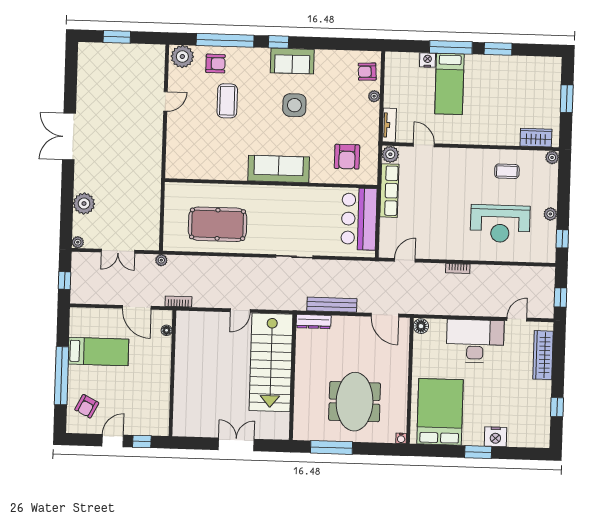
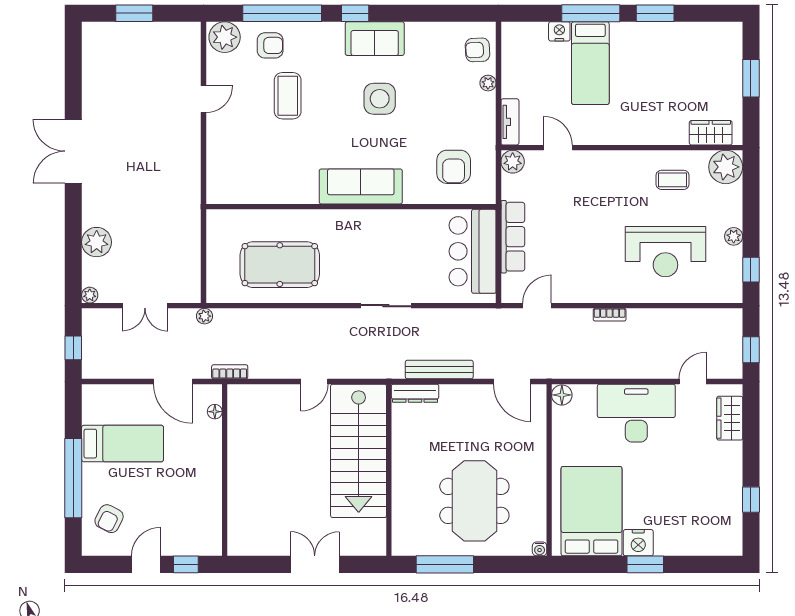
plant: (552, 157) -> (726, 167), width x1.88, depth x1.88
row of seats: (389, 191) -> (513, 237), moved
wardrobe: (543, 355) -> (730, 418), width x0.67
nightstand: (495, 437) -> (638, 543), moved

